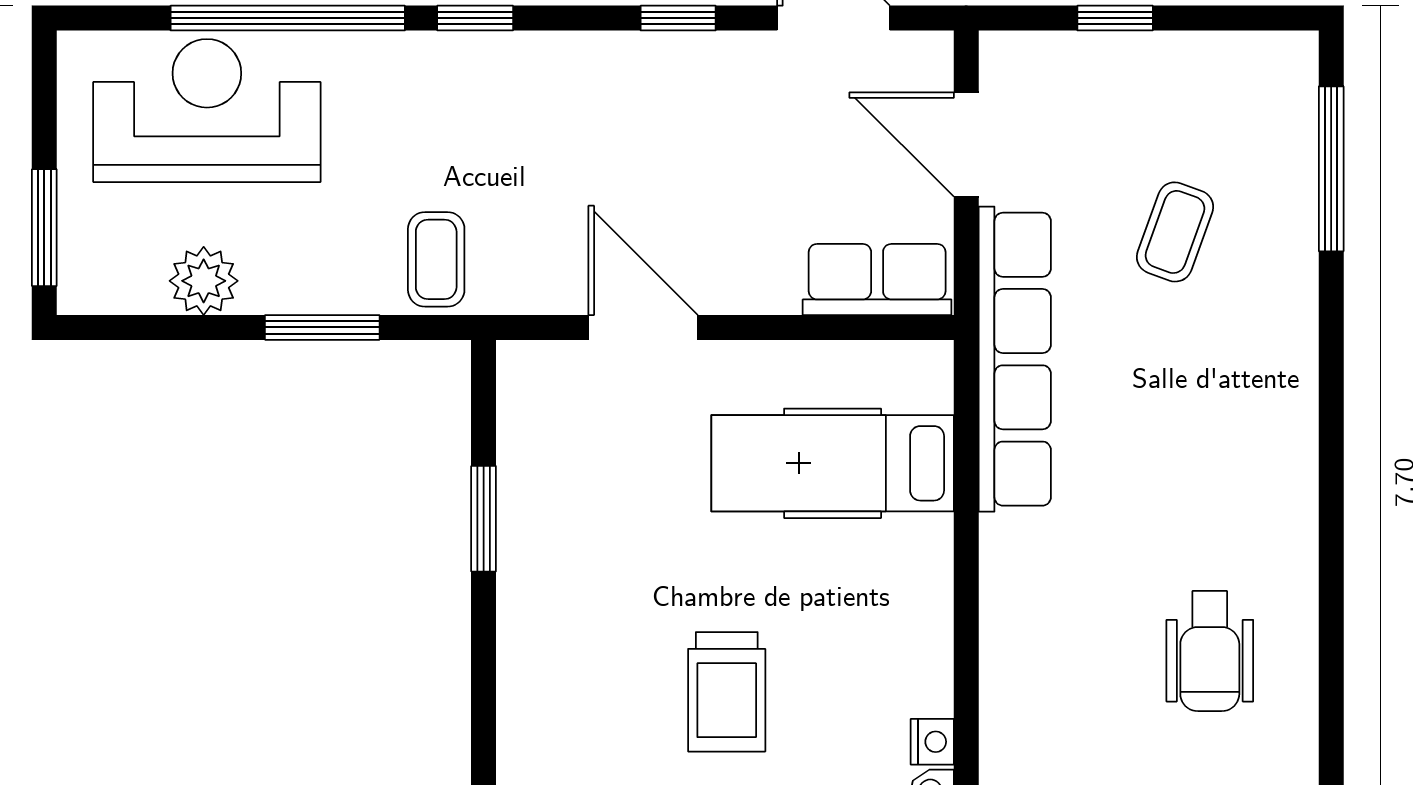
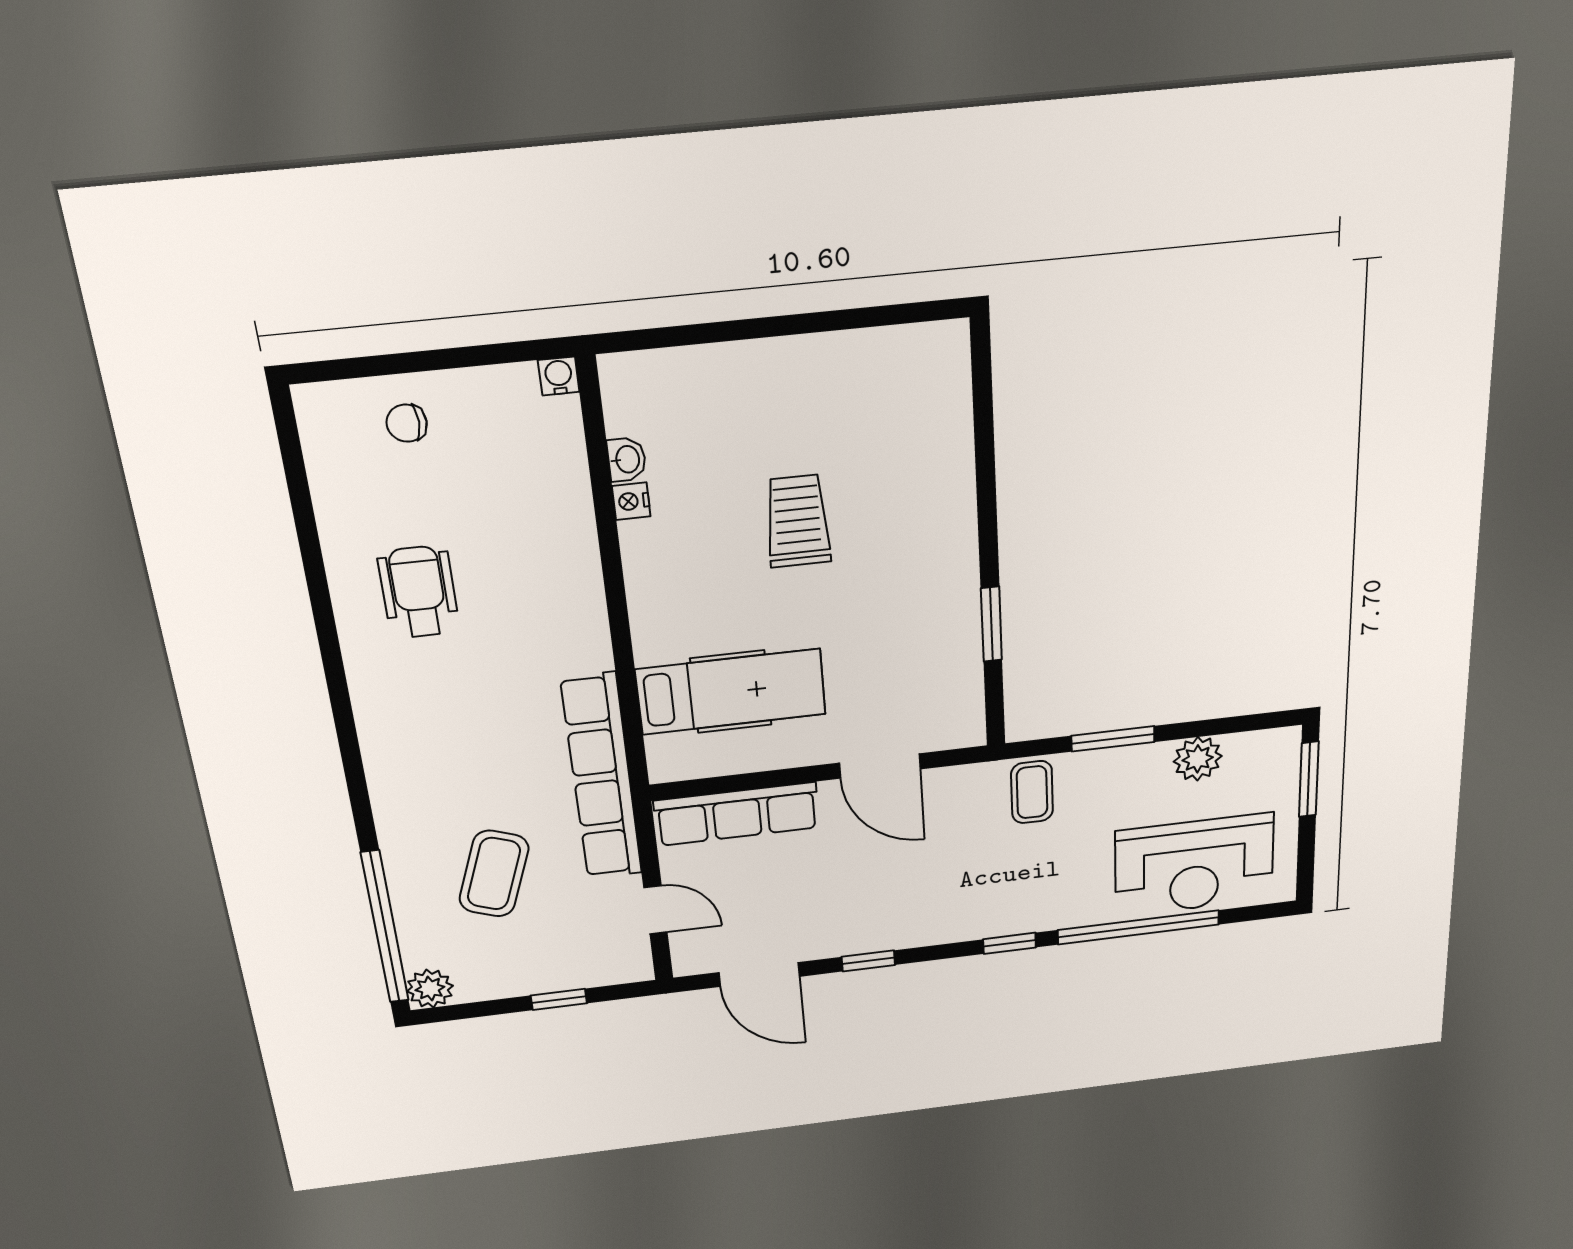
plant: (1287, 62) -> (430, 989), added
door: (966, 144) -> (656, 910), width x0.73
window: (1331, 169) -> (385, 927), width x1.46
coffee table: (1175, 232) -> (494, 874), width x1.36, depth x1.30
row of seats: (877, 279) -> (737, 814), width x1.48

